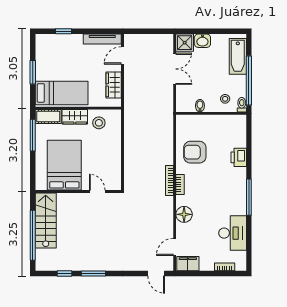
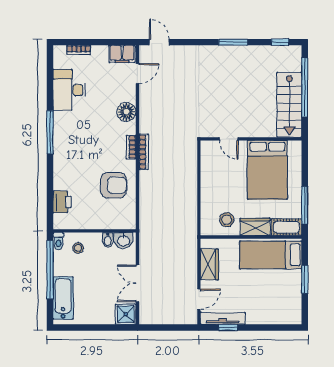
window: (63, 31) -> (228, 328), moved
washbasin: (202, 41) -> (124, 240), moved, turned 180
printer: (239, 157) -> (62, 202), moved
window: (65, 274) -> (280, 42), moved

